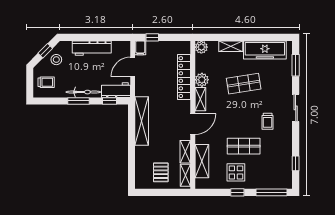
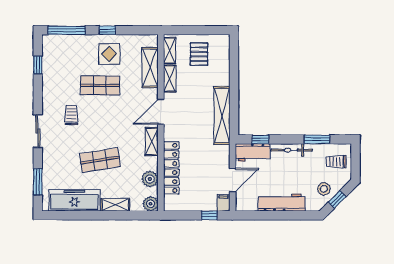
plant: (202, 80) -> (150, 179), moved
window: (78, 101) -> (317, 139), moved

